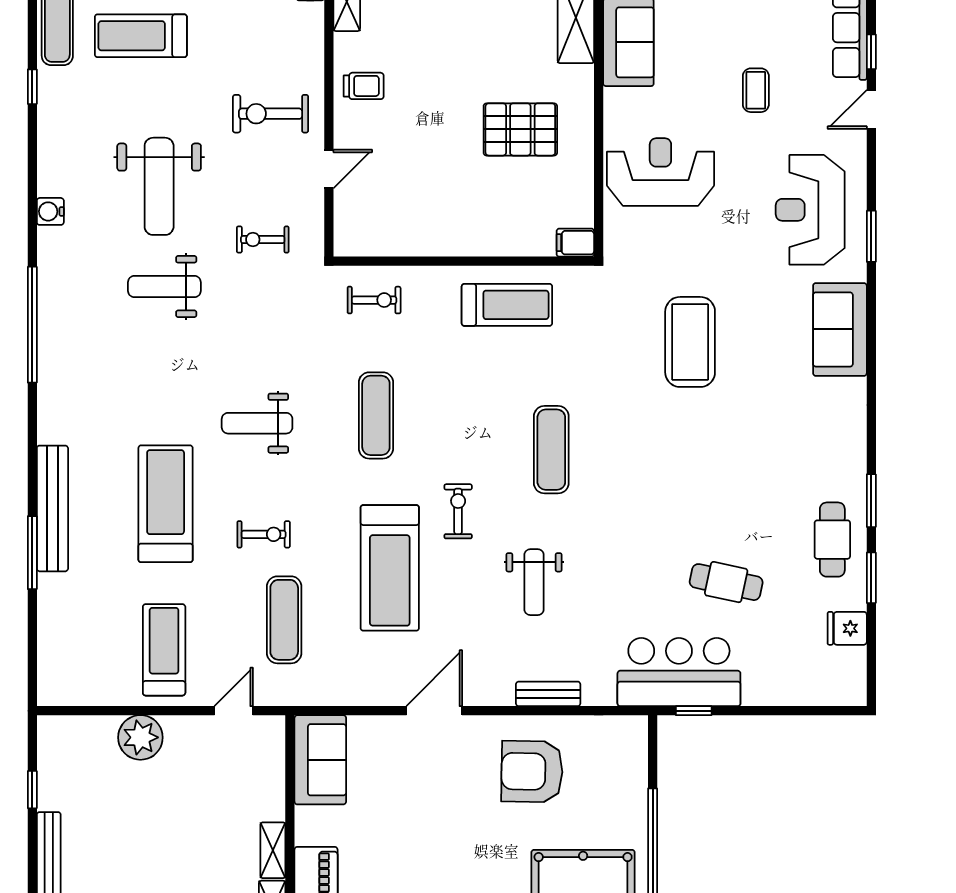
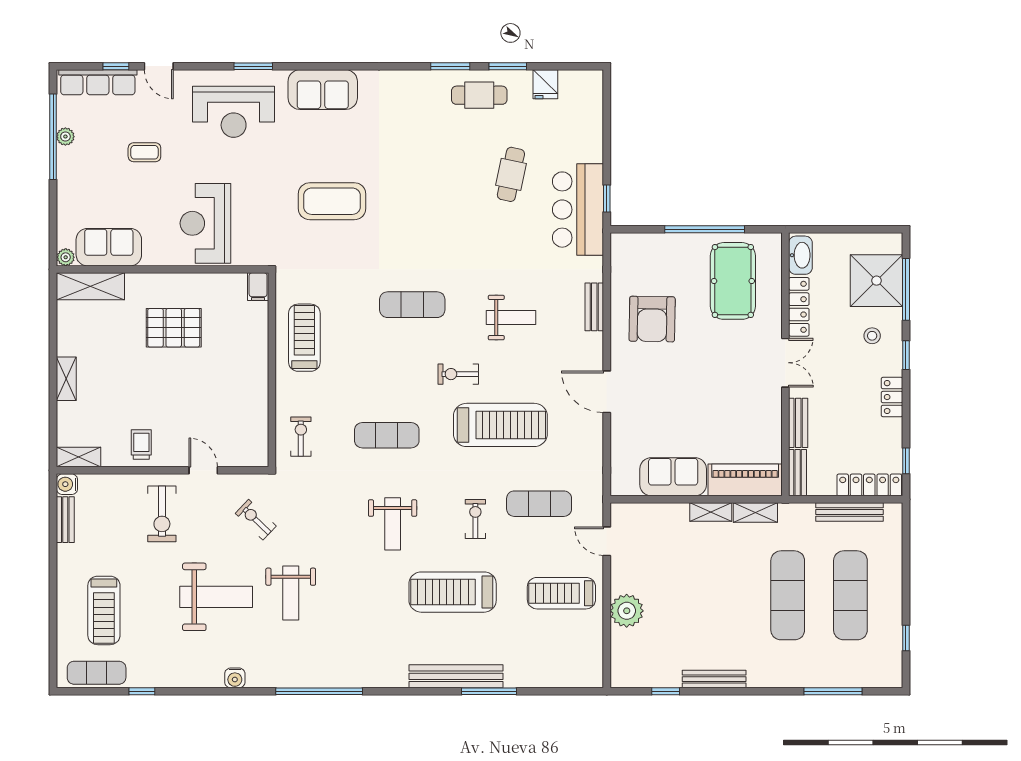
pallet: (520, 129) -> (174, 328), turned 90
exercise bike: (263, 240) -> (256, 520), turned 134
sofa: (320, 760) -> (673, 477), moved

